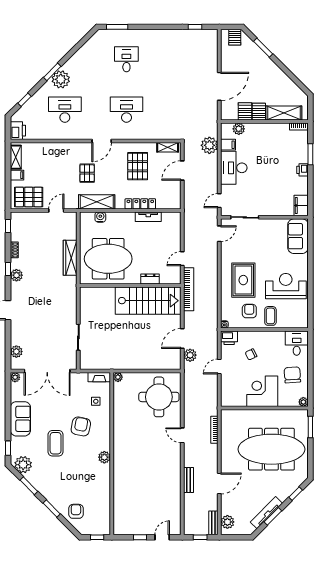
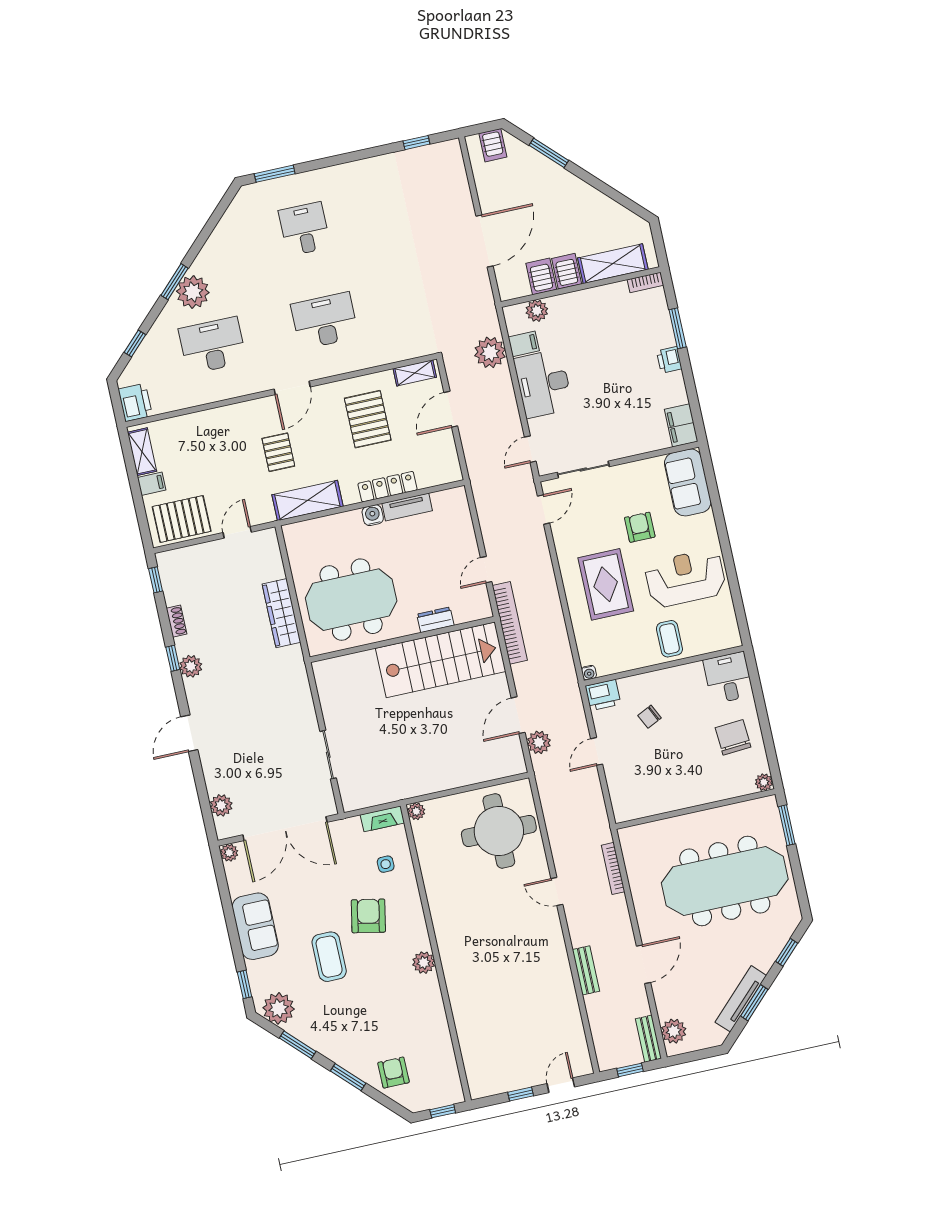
water cooler: (100, 217) -> (373, 515), moved
armchair: (249, 311) -> (640, 527), moved
corner desk: (262, 391) -> (685, 779), removed

